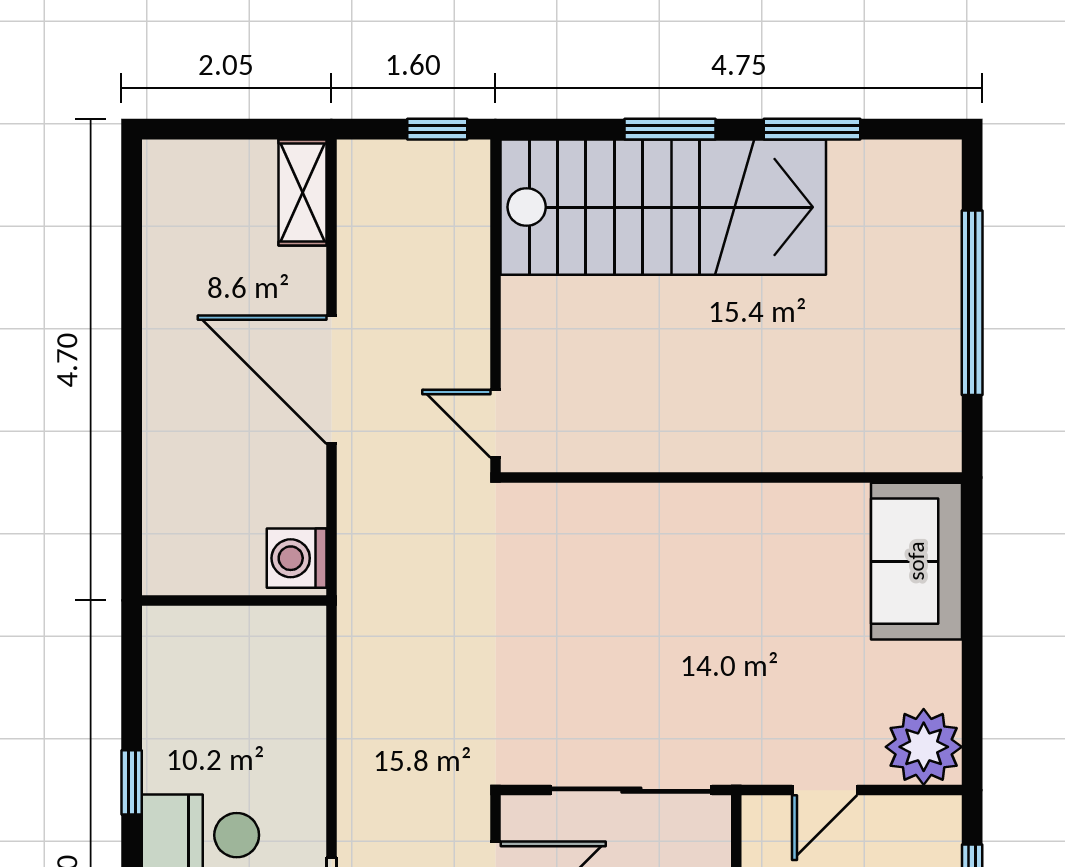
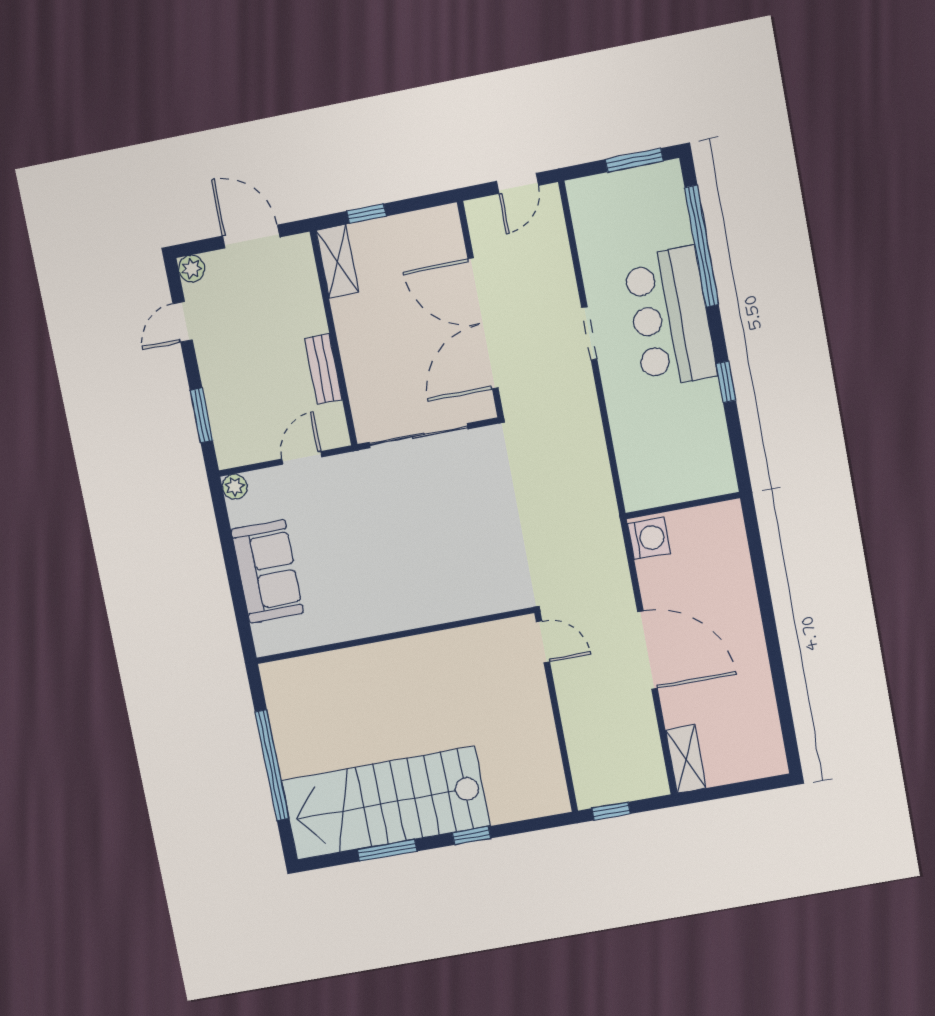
window: (670, 129) -> (471, 836), width x0.67
stairs: (663, 207) -> (386, 803), moved
sofa: (916, 561) -> (267, 571), moved
plant: (924, 747) -> (235, 487), width x0.53, depth x0.53

